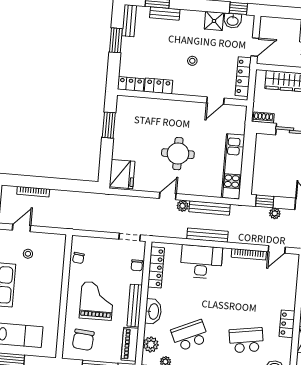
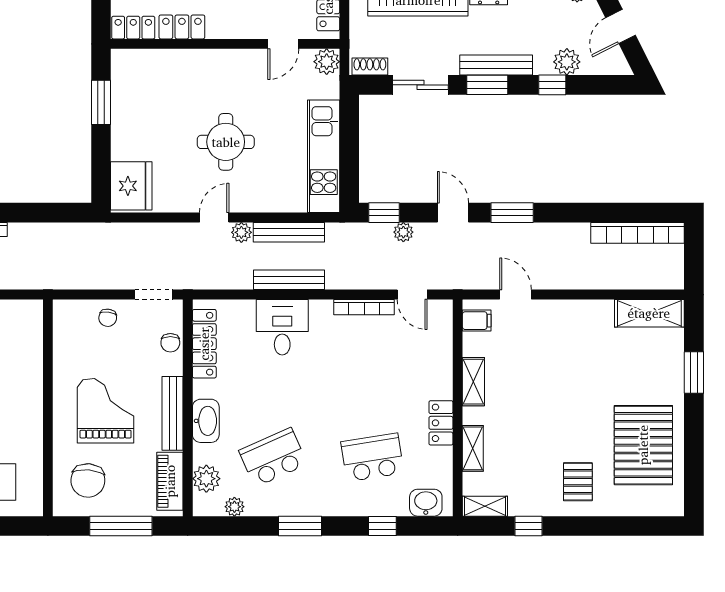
plant: (239, 113) -> (327, 62), added
door: (277, 249) -> (412, 295), hinge flipped
chair: (78, 258) -> (108, 318), moved
desk: (201, 262) -> (282, 327), width x0.73

